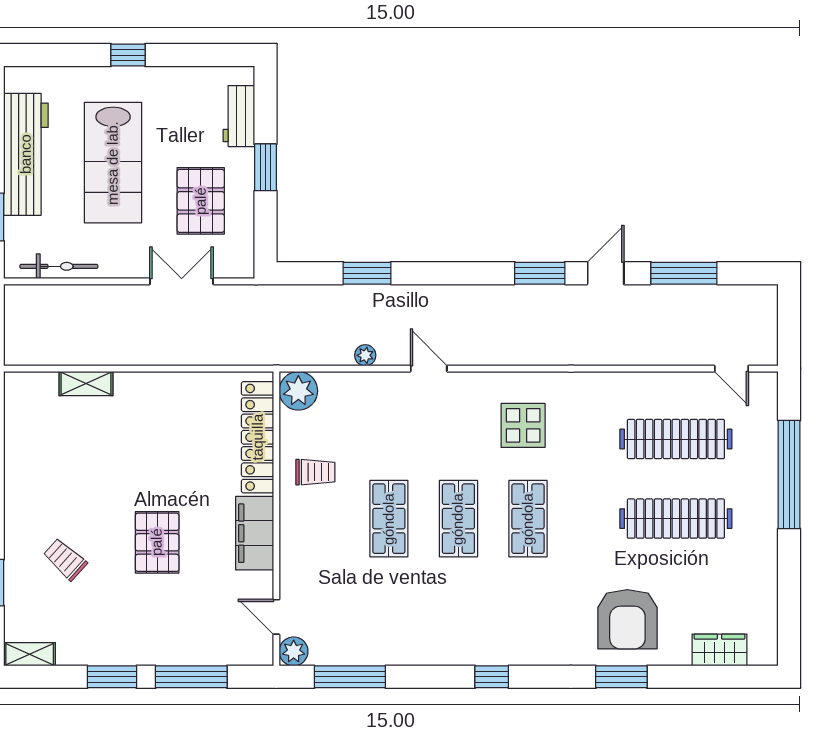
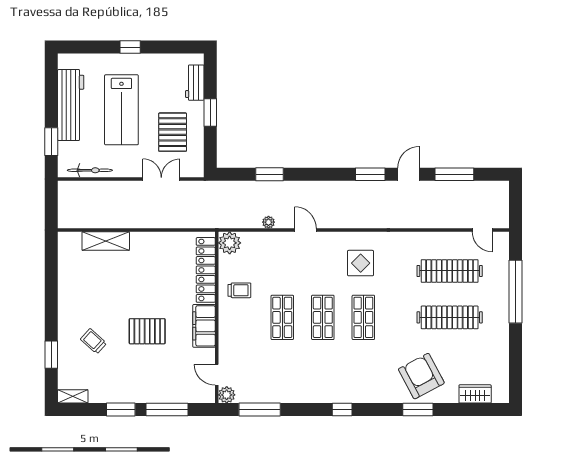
shelving: (86, 383) -> (106, 241), width x1.50, depth x1.33
pallet: (157, 542) -> (147, 331), turned 90
armchair: (627, 619) -> (421, 376), turned 152

